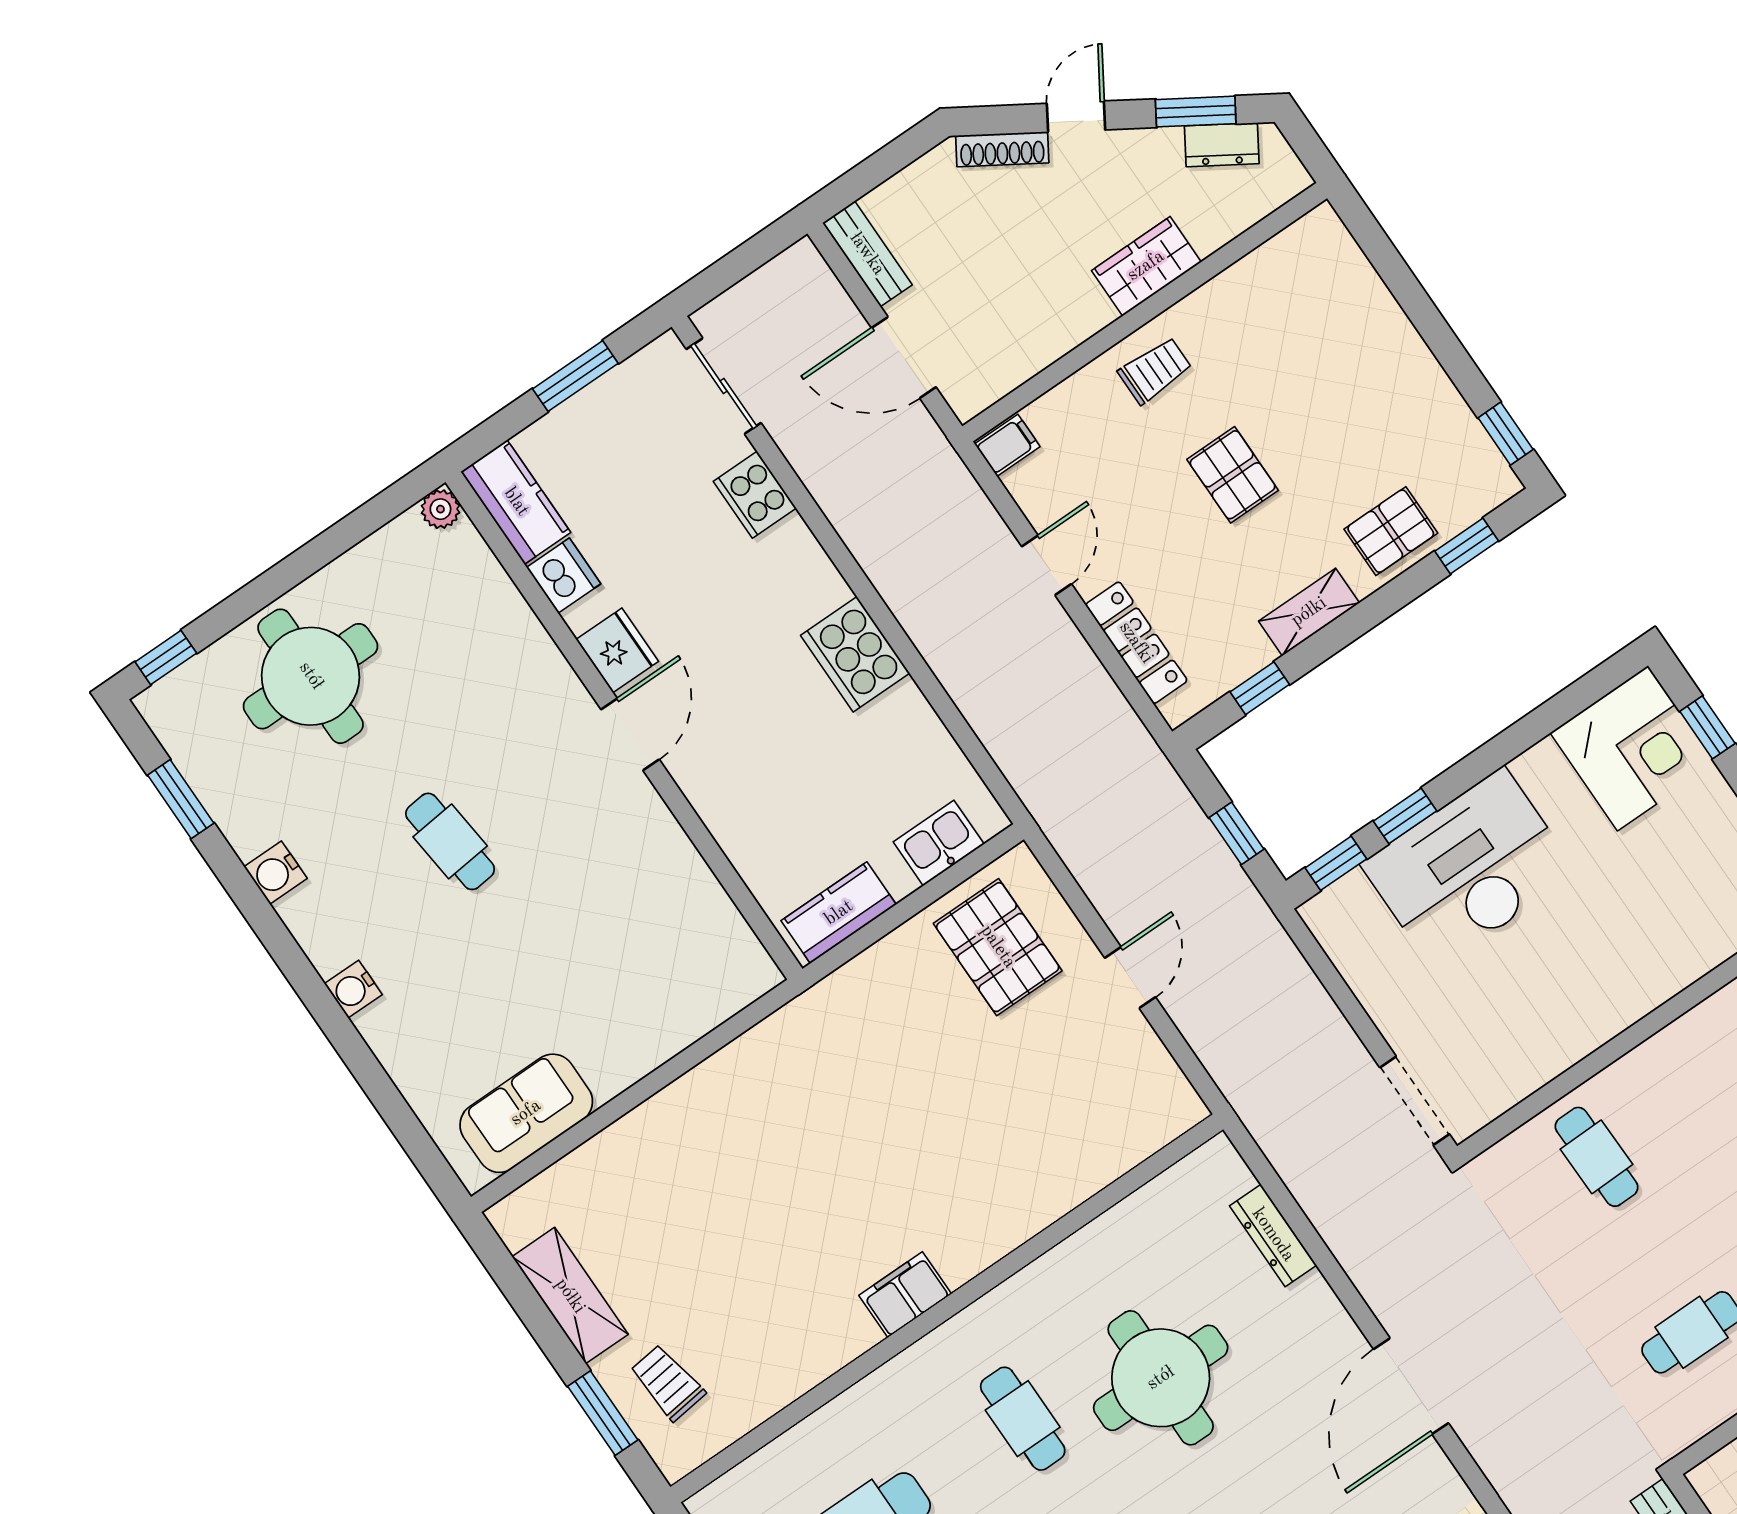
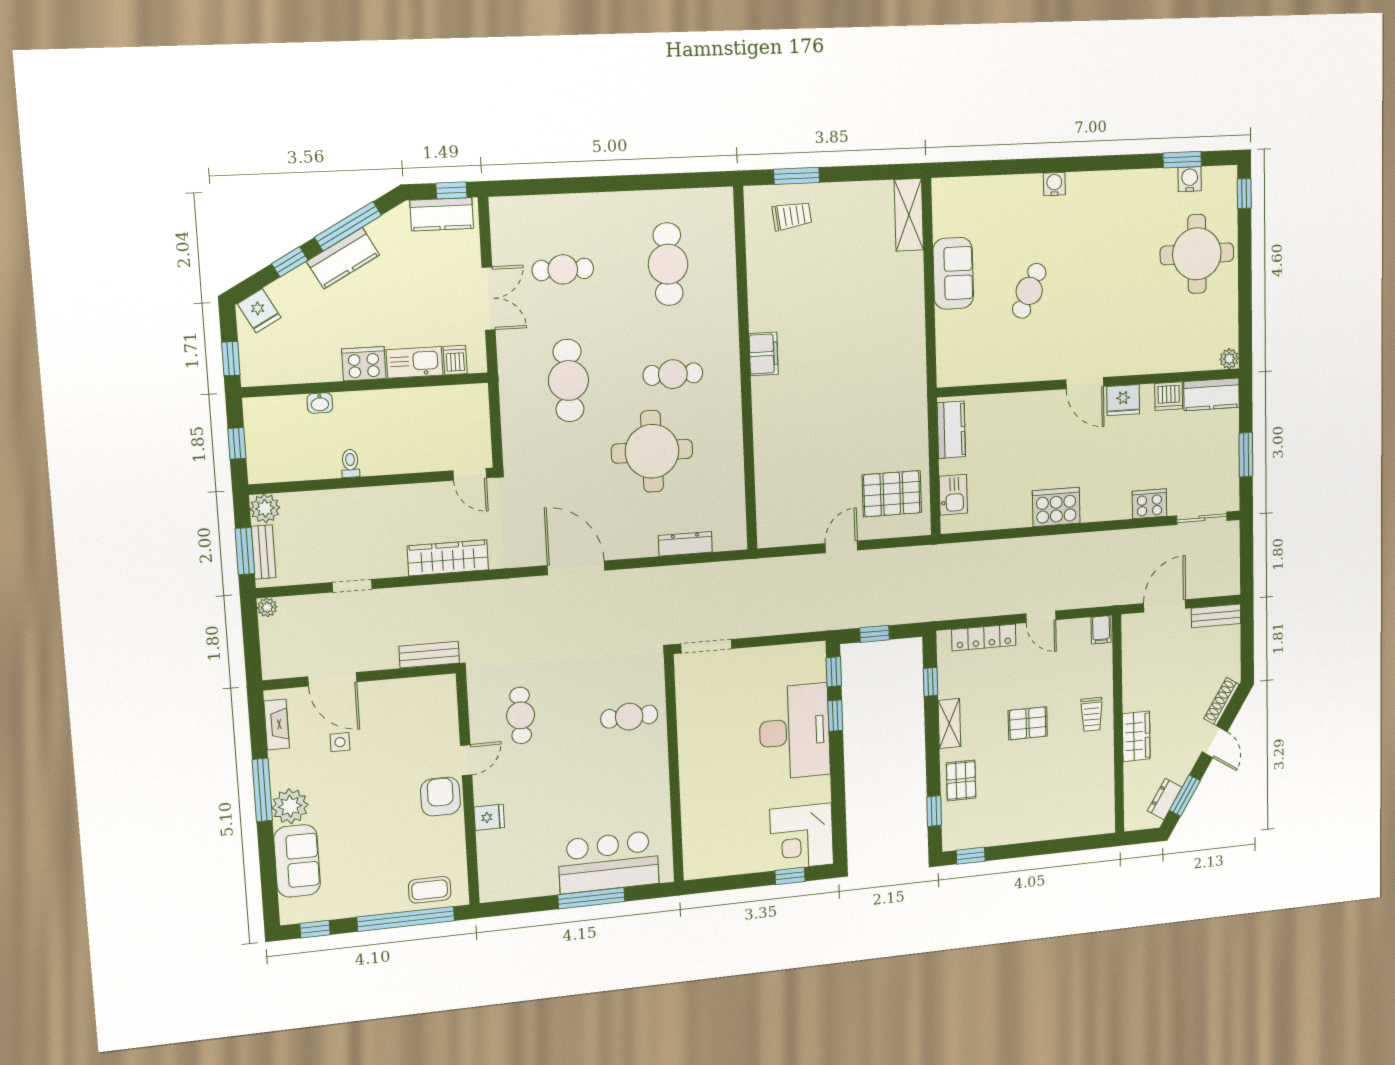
cafe table: (450, 841) -> (1029, 291), moved, turned -59
water cooler: (276, 873) -> (1190, 179), moved
door: (1130, 978) -> (841, 547), swing flipped
sofa: (526, 1113) -> (953, 273), moved
shelving: (570, 1296) -> (909, 215), moved, turned 90

